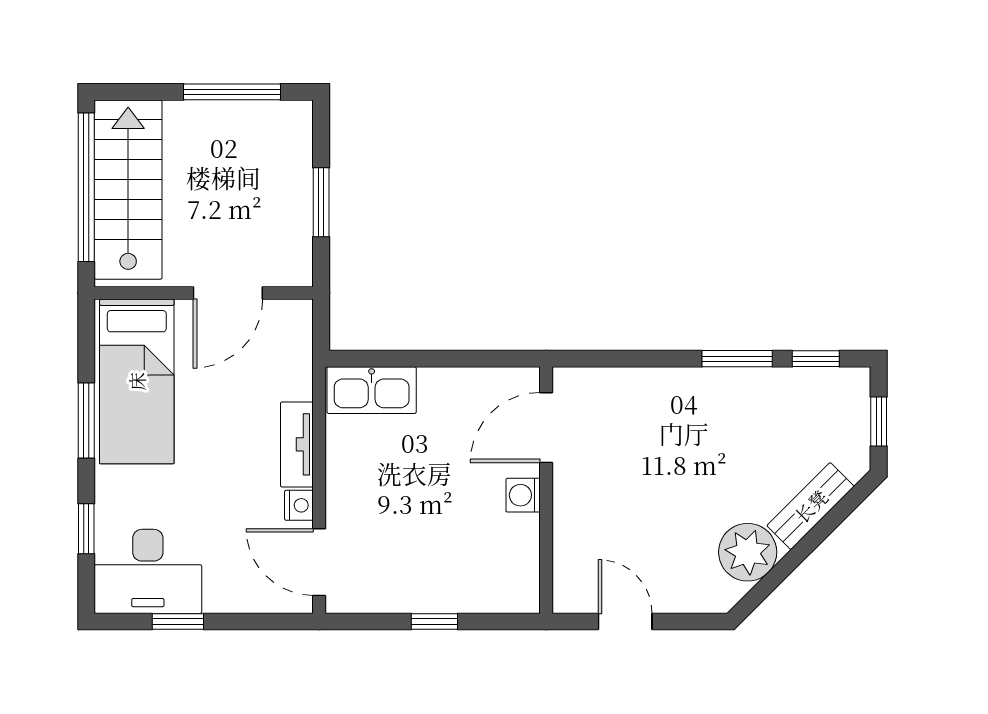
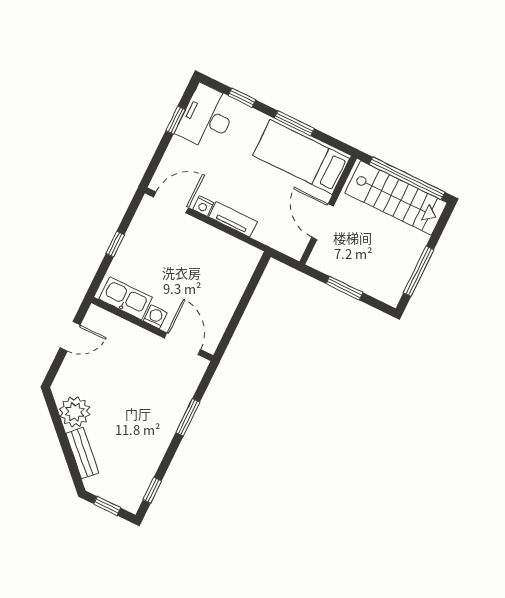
window: (737, 359) -> (188, 417), moved
kitchen sink: (372, 390) -> (125, 298), moved, turned 90

